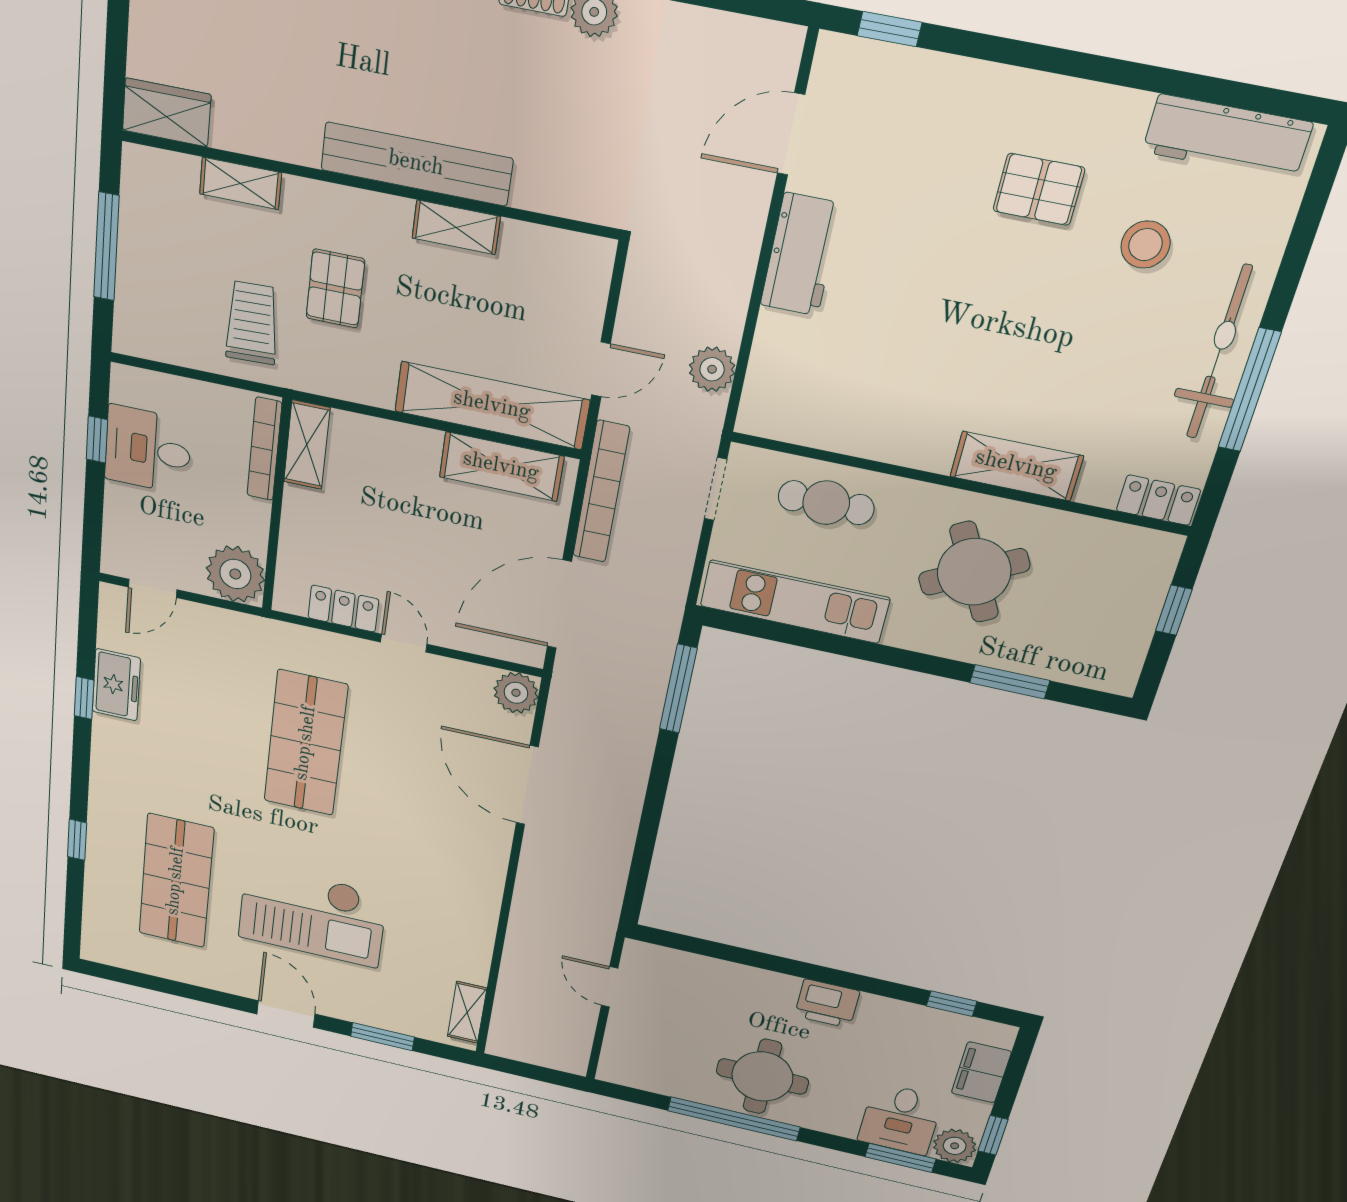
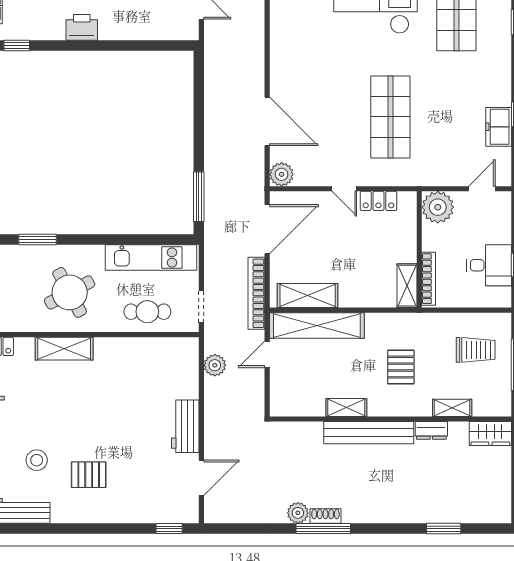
dresser: (287, 143) -> (431, 430), added
trolley: (252, 323) -> (476, 350), moved, turned -88

